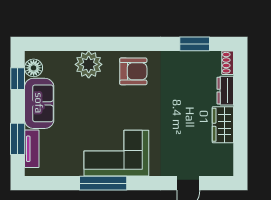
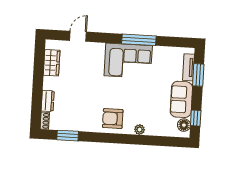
plant: (89, 64) -> (140, 130), width x0.53, depth x0.53
wardrobe: (223, 125) -> (52, 63), moved

